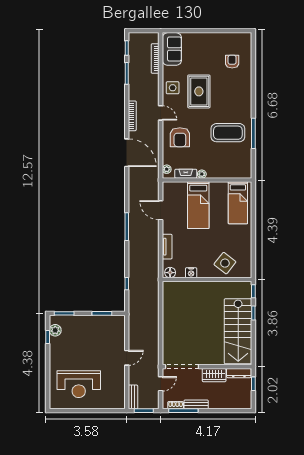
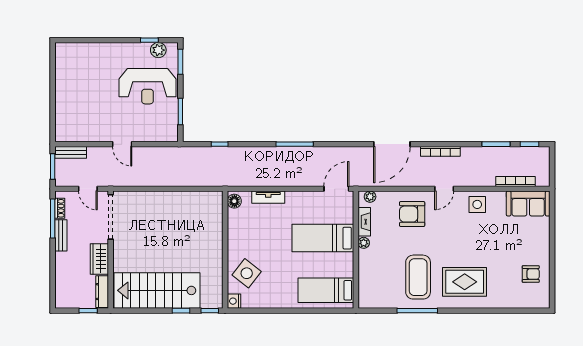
armchair: (232, 62) -> (531, 274), moved
rug: (199, 91) -> (465, 282), moved
door: (161, 210) -> (336, 189), moved
nightstand: (191, 273) -> (234, 301), moved
reception desk: (79, 384) -> (148, 86), moved, turned -90

